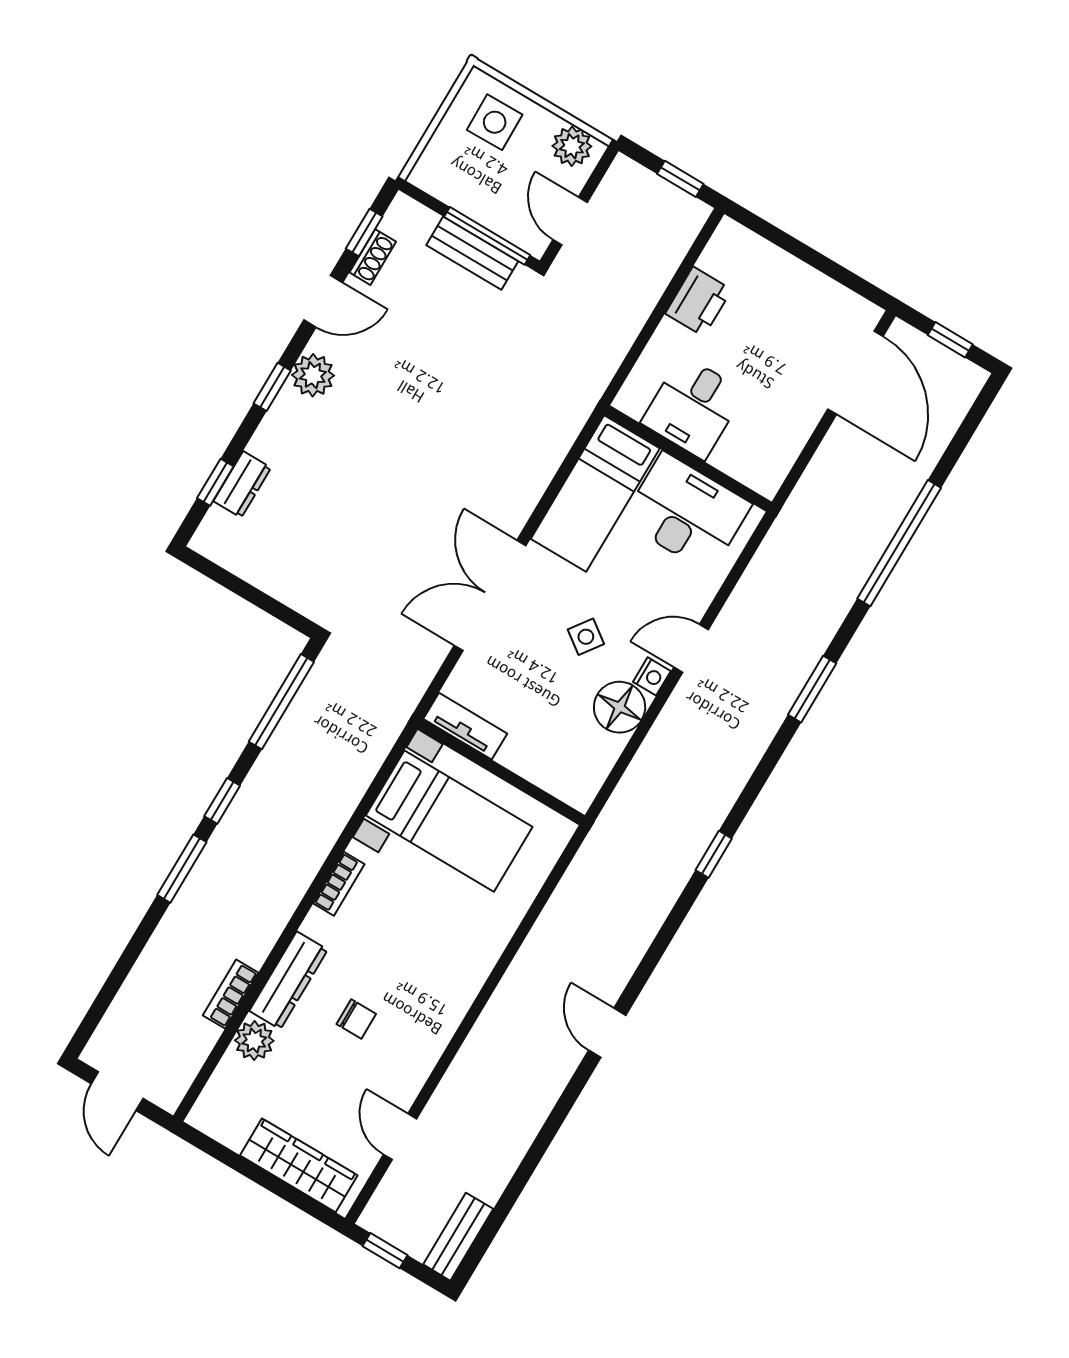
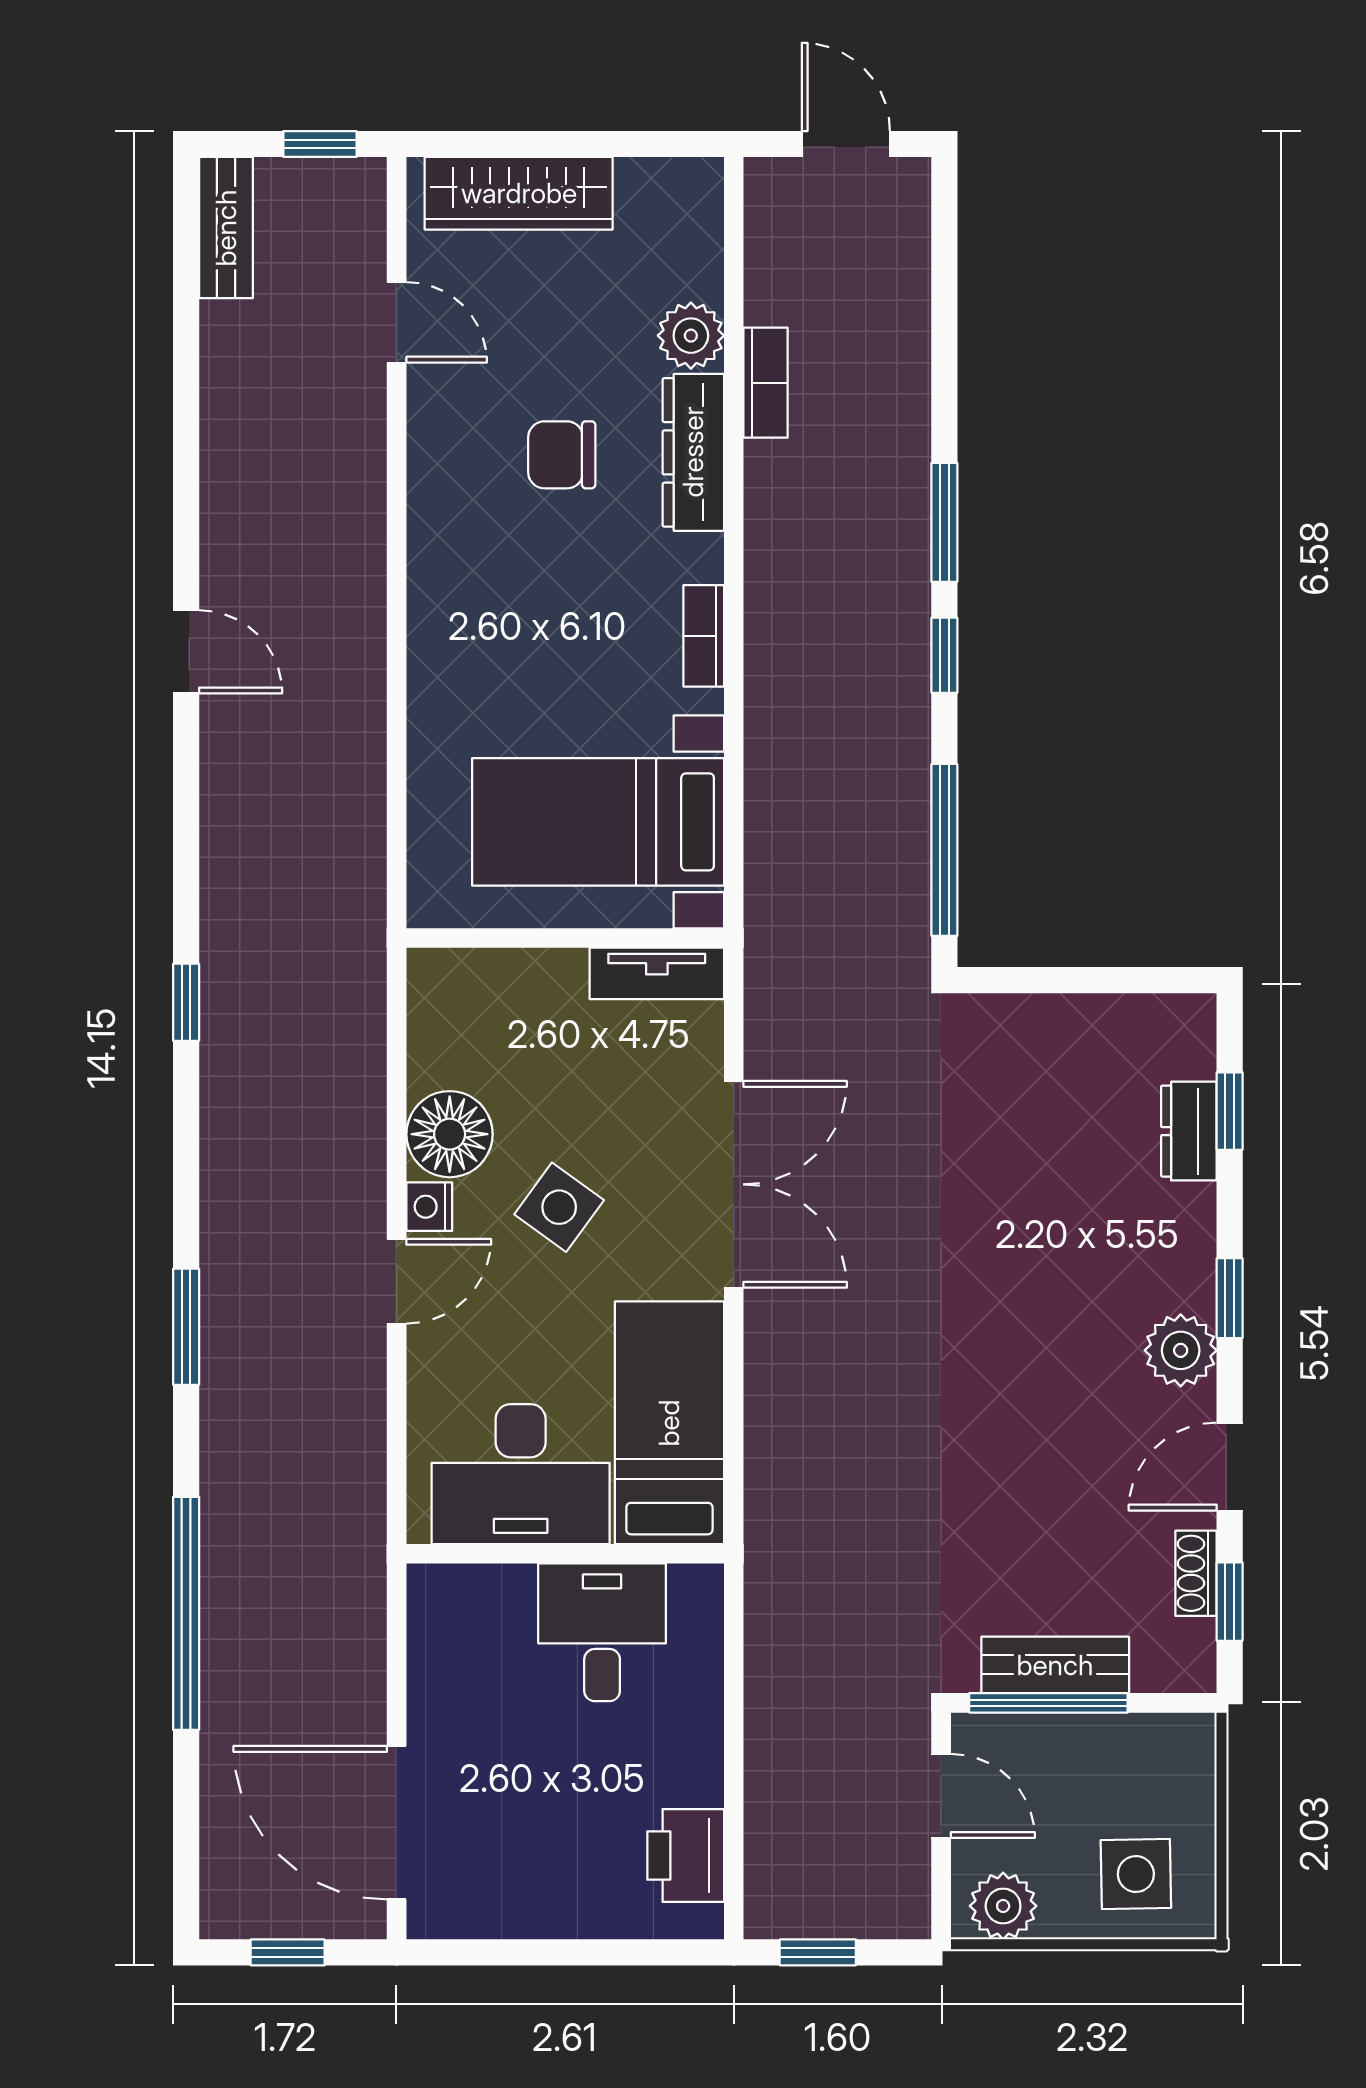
printer: (698, 302) -> (686, 1856), moved
side table: (586, 637) -> (559, 1207), width x1.37, depth x1.37
chair: (356, 1019) -> (562, 455), width x1.37, depth x1.37

